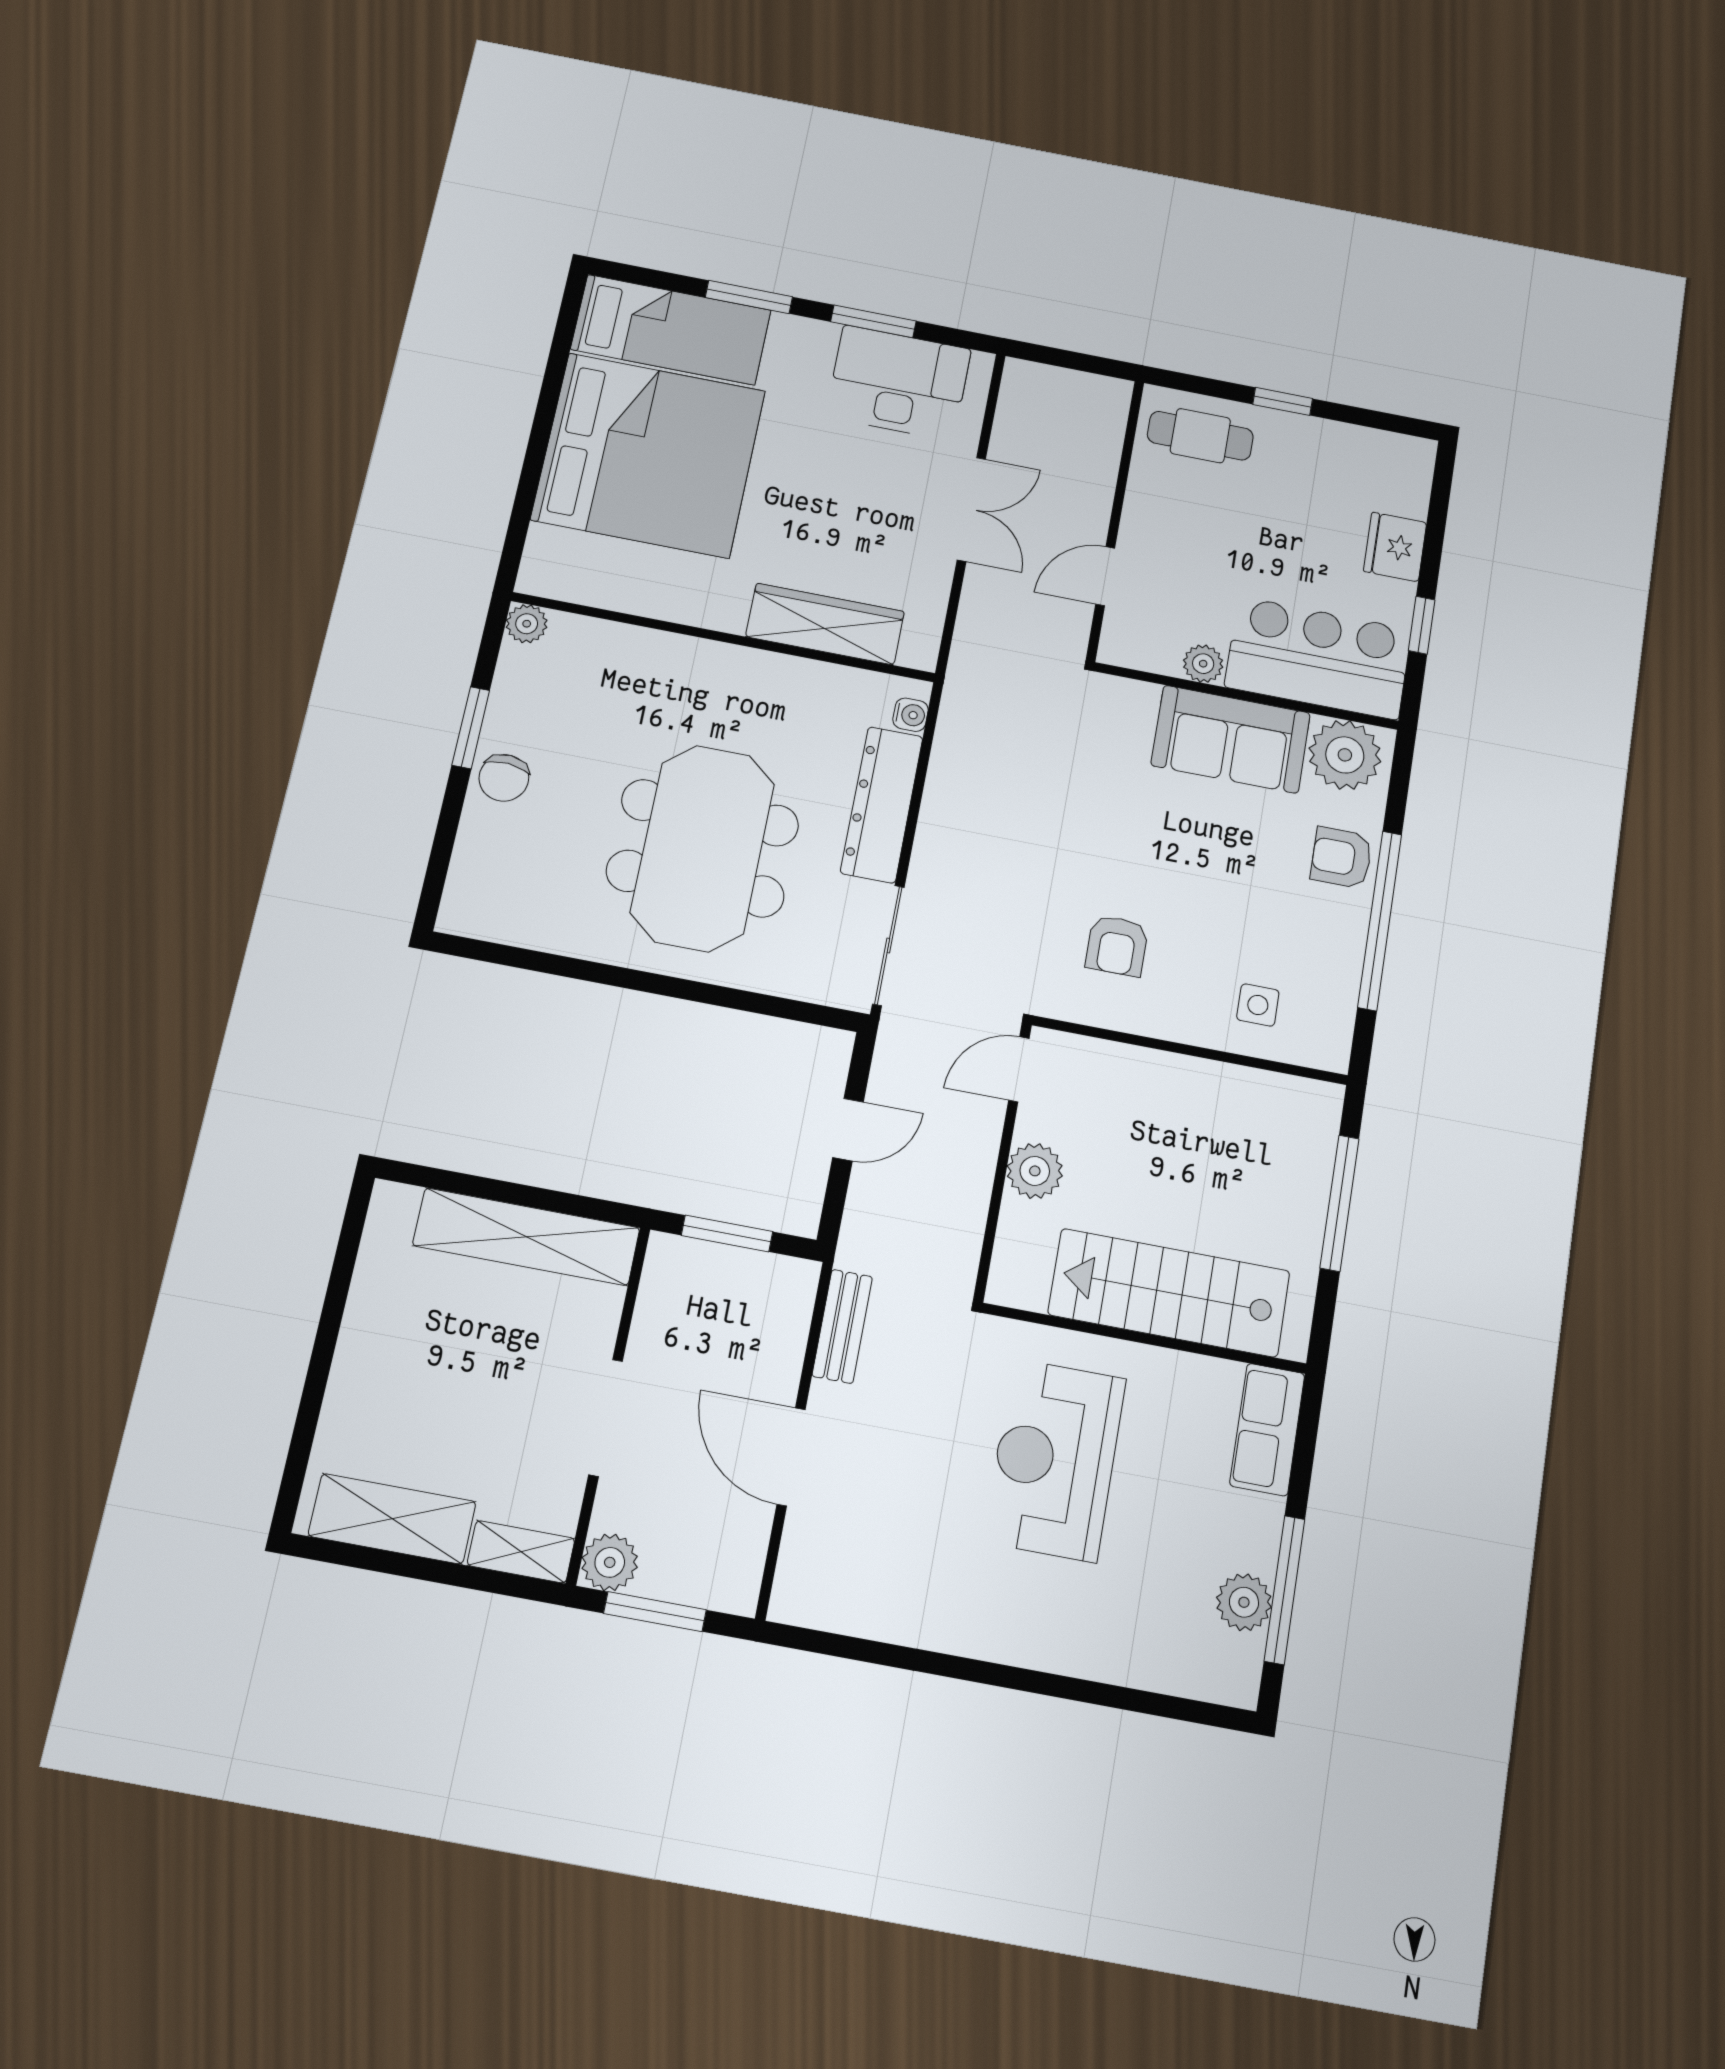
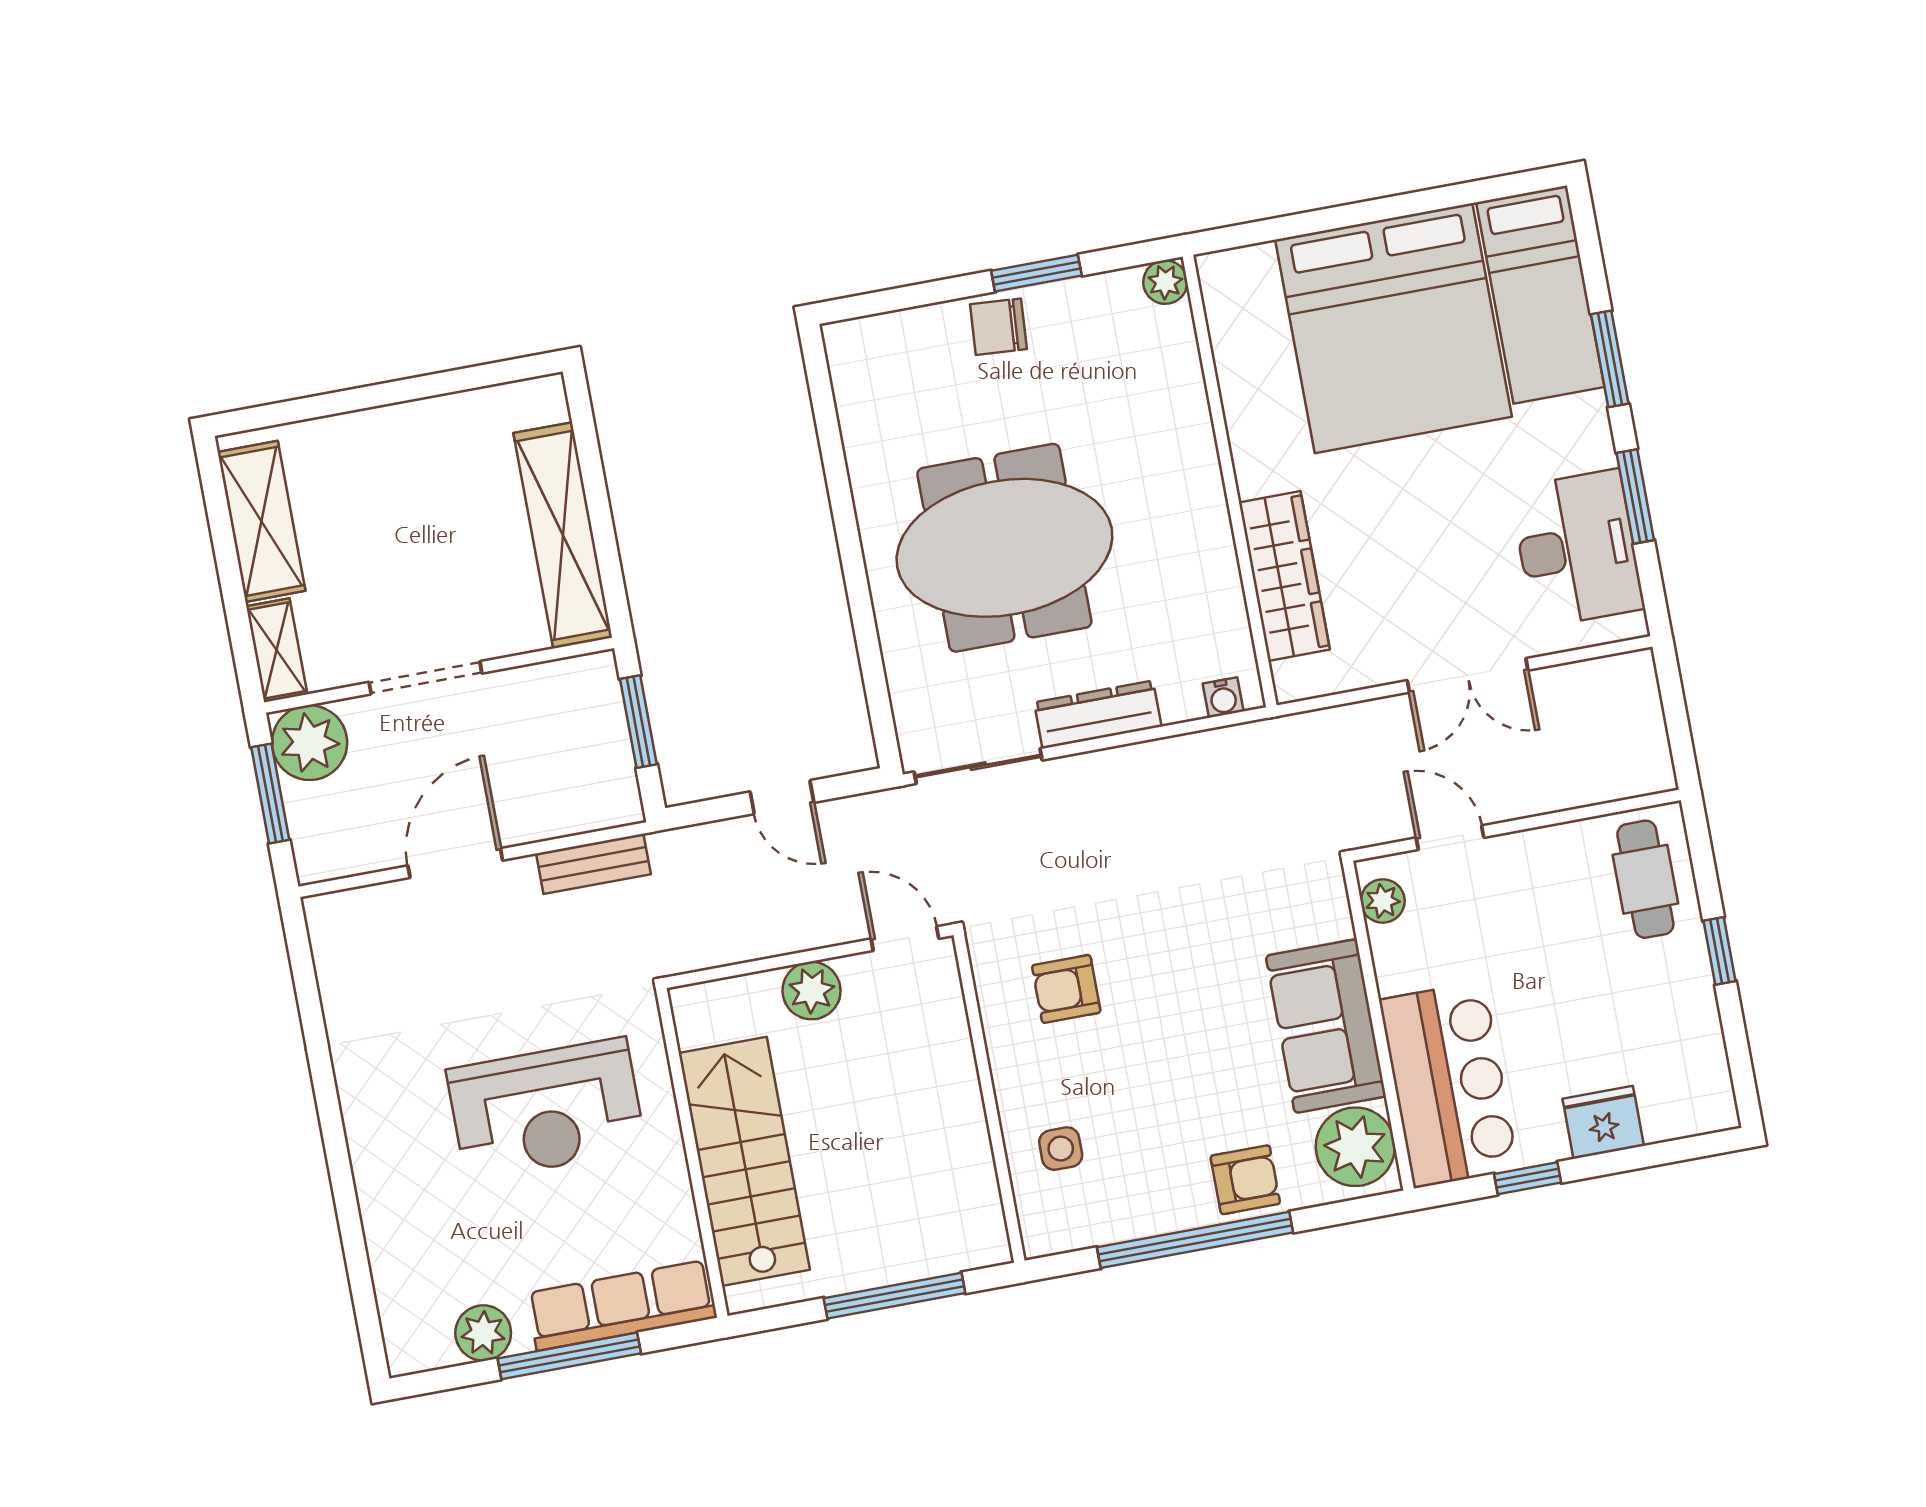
plant: (1203, 664) -> (1383, 901), moved
dresser: (882, 805) -> (1098, 715), width x0.73, depth x0.80
armchair: (1341, 858) -> (1245, 1180), turned 90
row of seats: (1267, 1429) -> (622, 1305), width x1.48
reception desk: (1055, 1460) -> (546, 1110), turned 180
plant: (610, 1562) -> (310, 743), width x1.36, depth x1.36
window: (1285, 1590) -> (569, 1356), moved

